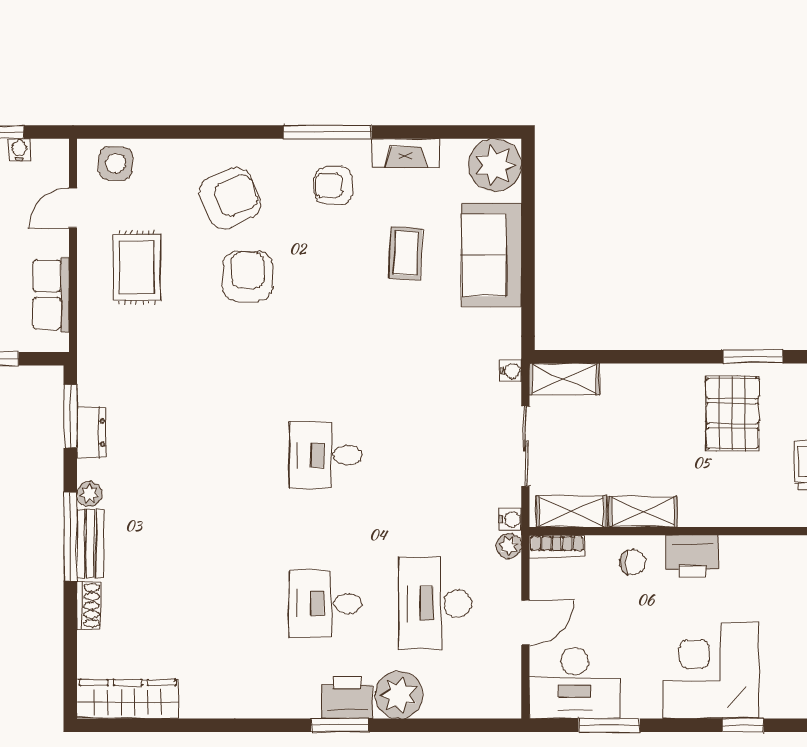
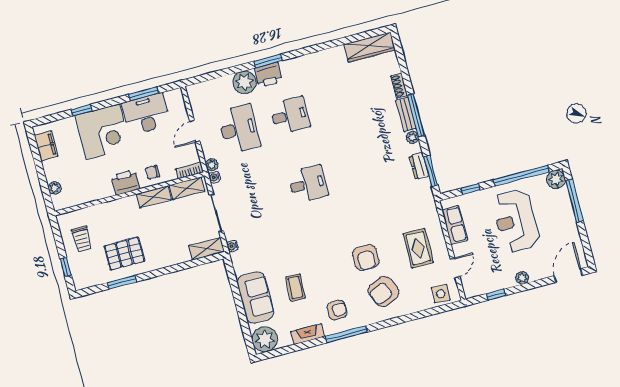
water cooler: (19, 150) -> (487, 288), removed
pallet: (733, 413) -> (124, 253), turned 90
desk: (575, 683) -> (146, 114), moved

